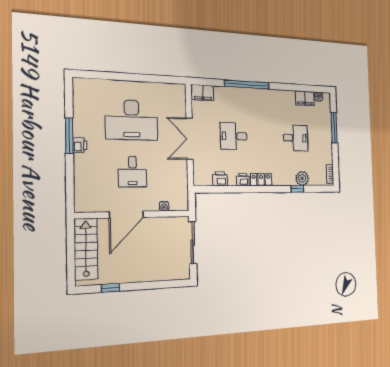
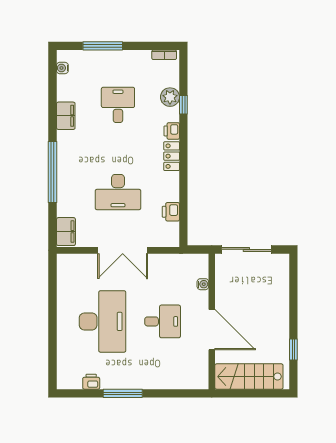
filing cabinet: (305, 98) -> (66, 116), moved
desk: (234, 136) -> (118, 192), width x1.37
printer: (80, 145) -> (91, 382), moved
printer: (243, 180) -> (172, 131), moved

